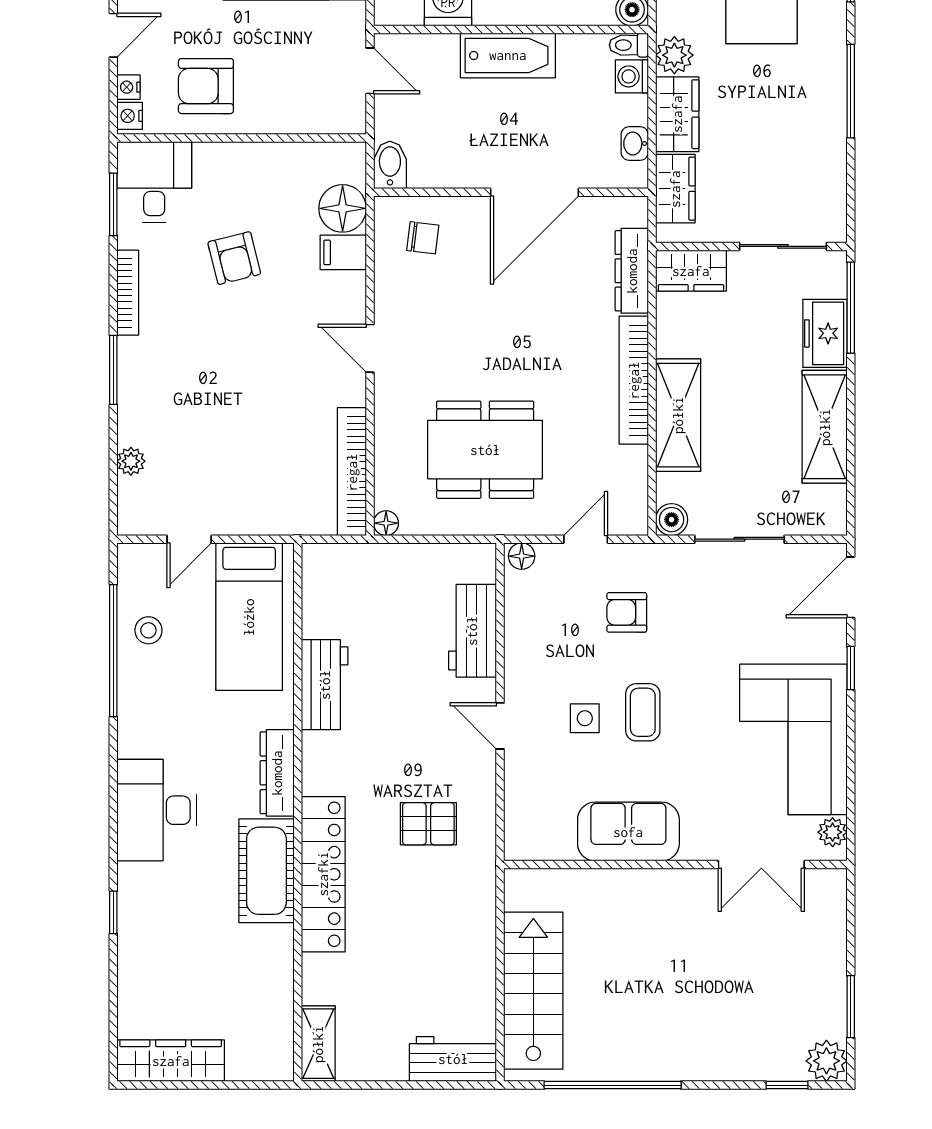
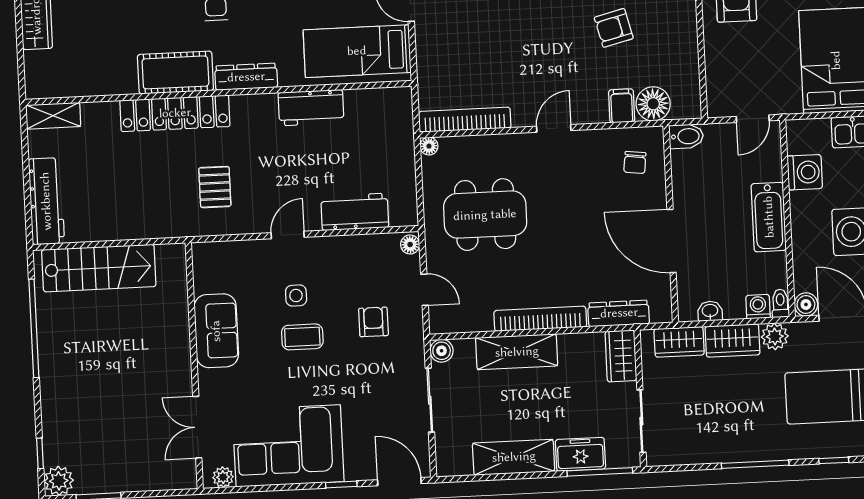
dining table: (485, 450) -> (485, 215), turned 90
workbench: (453, 1059) -> (46, 201), width x1.38

